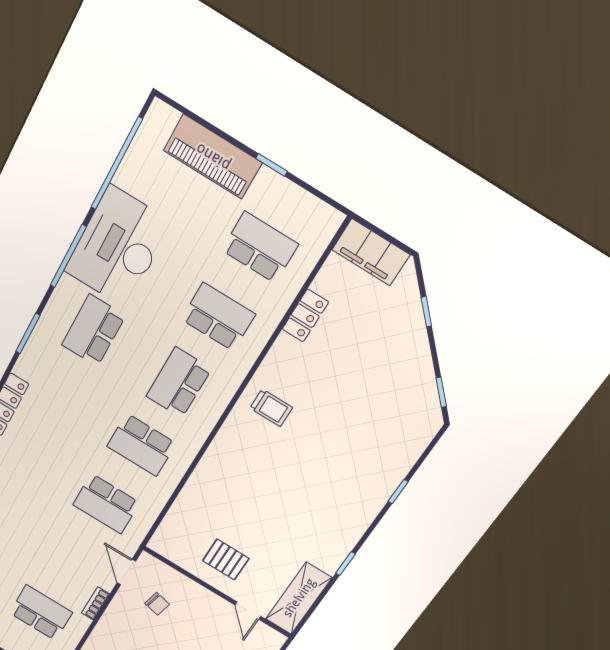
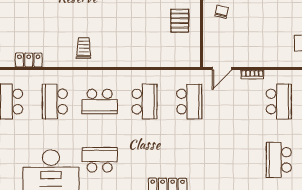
school desk: (93, 330) -> (100, 160), turned 180
chair: (157, 604) -> (221, 12), moved
school desk: (41, 613) -> (279, 102), turned 180

